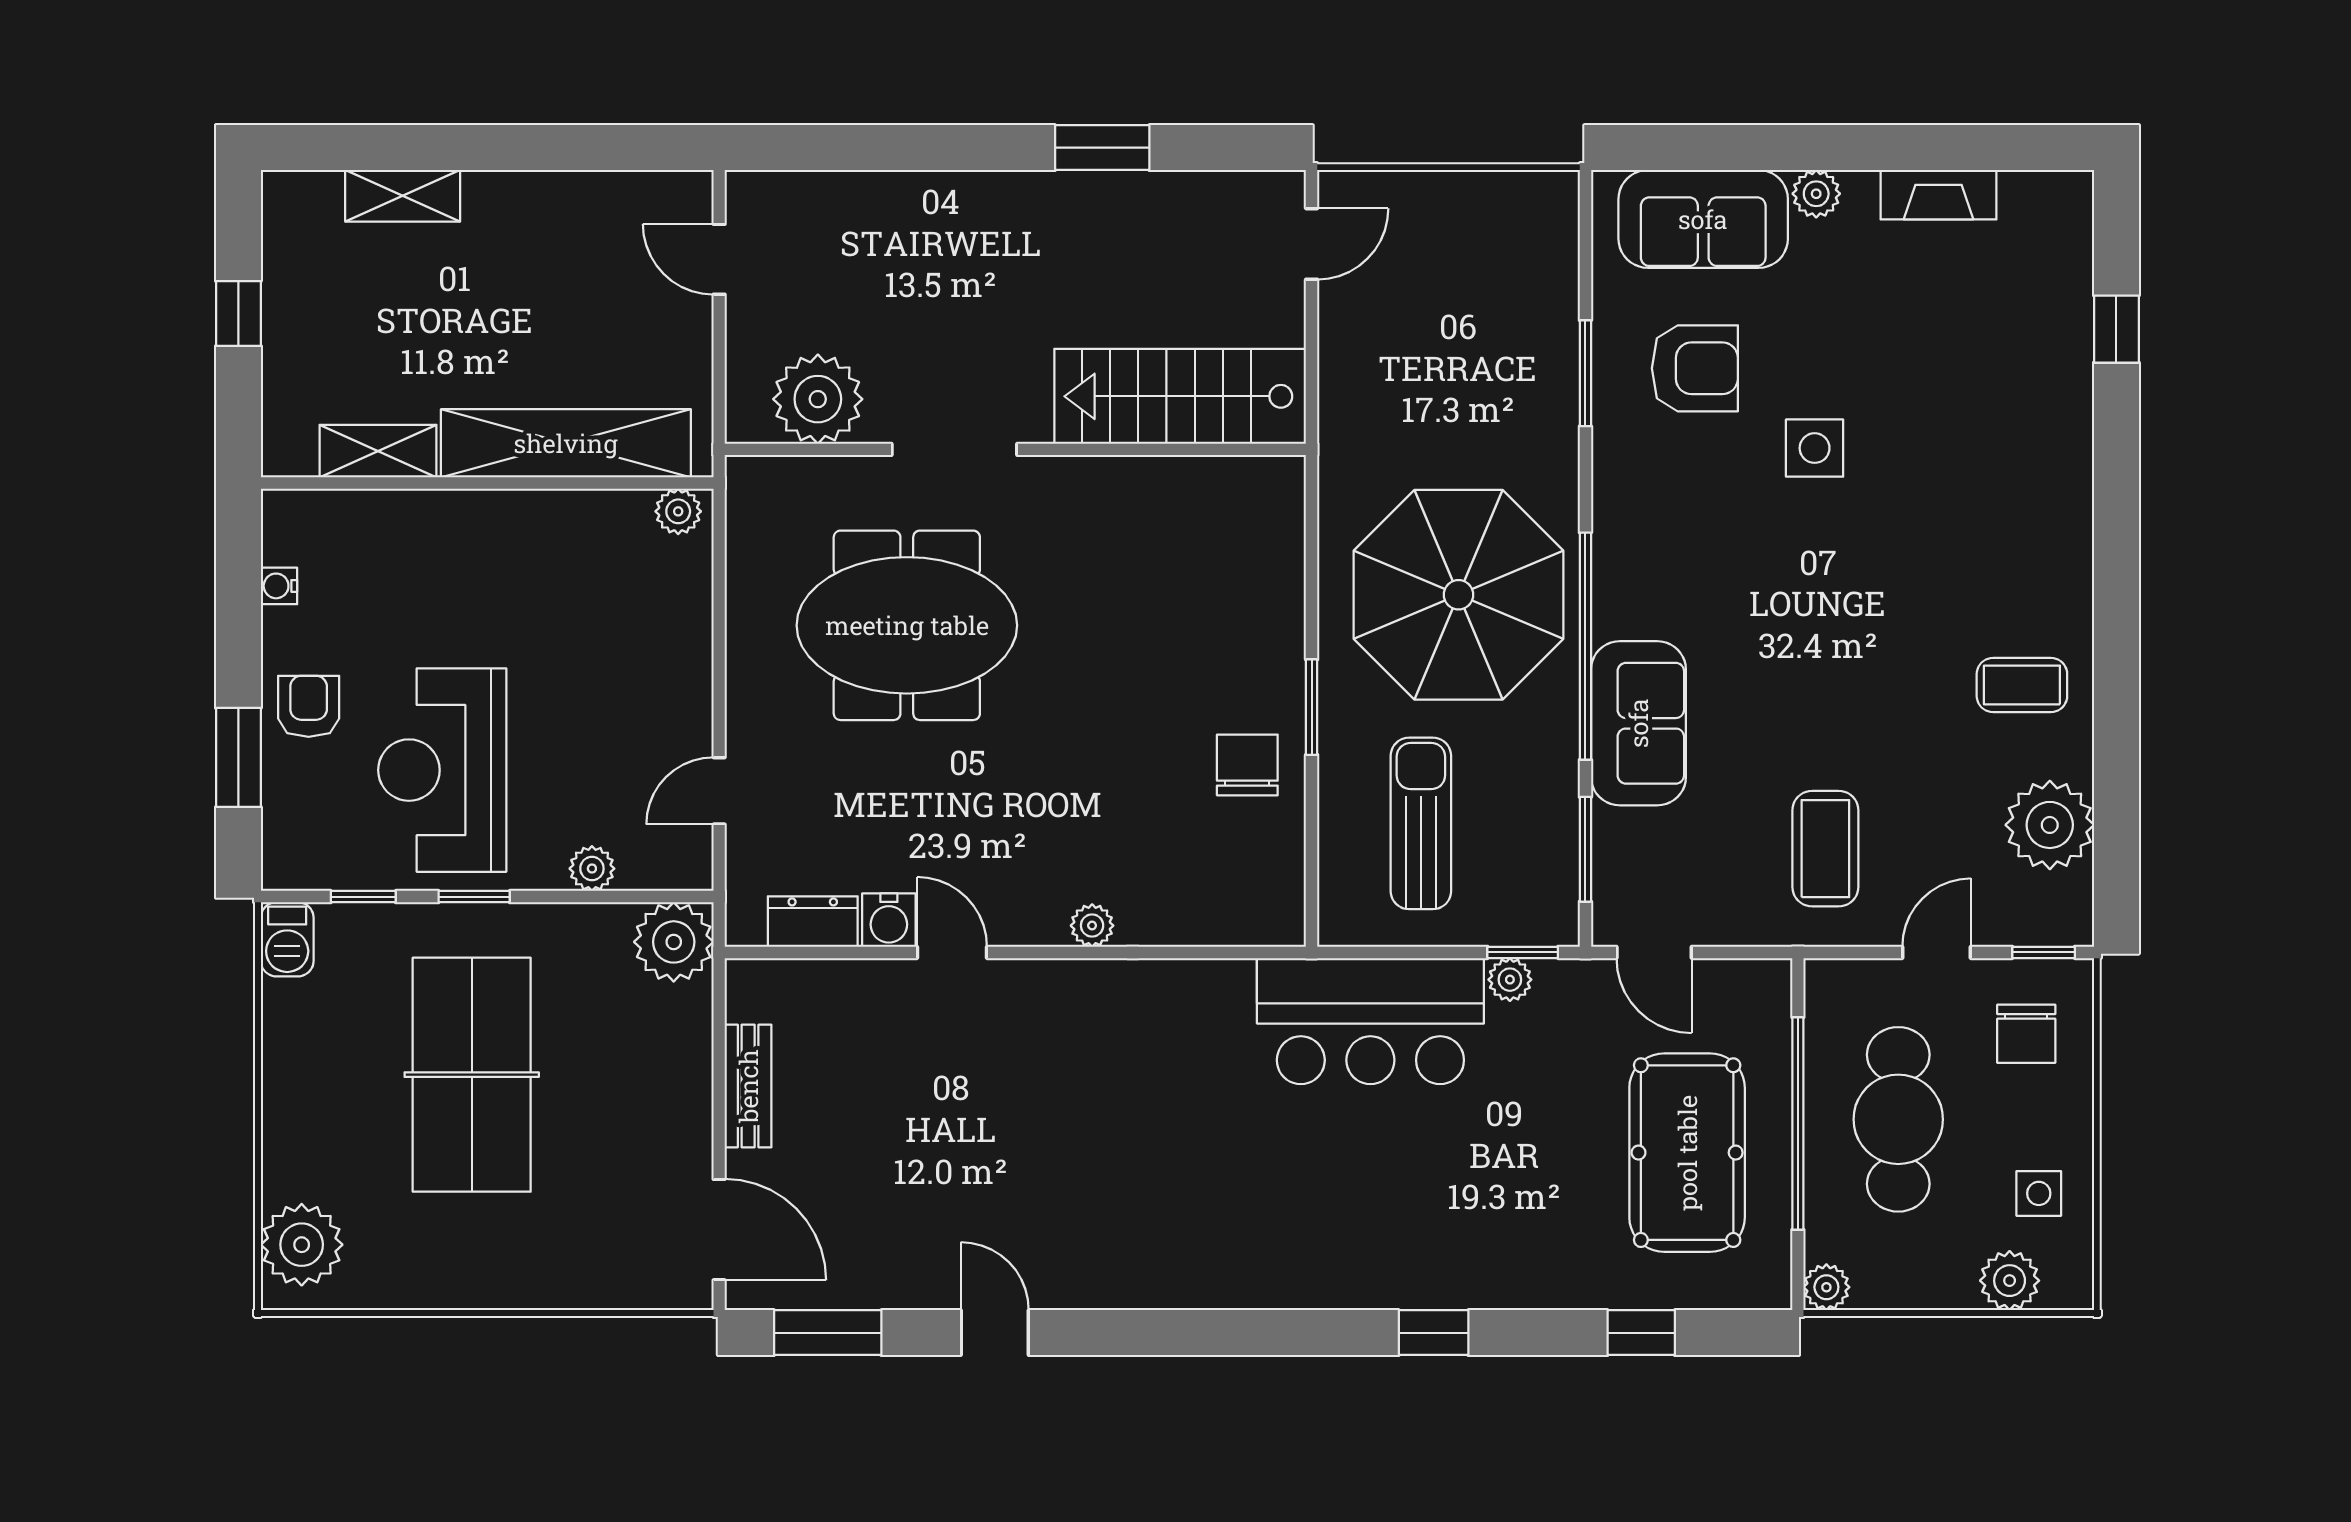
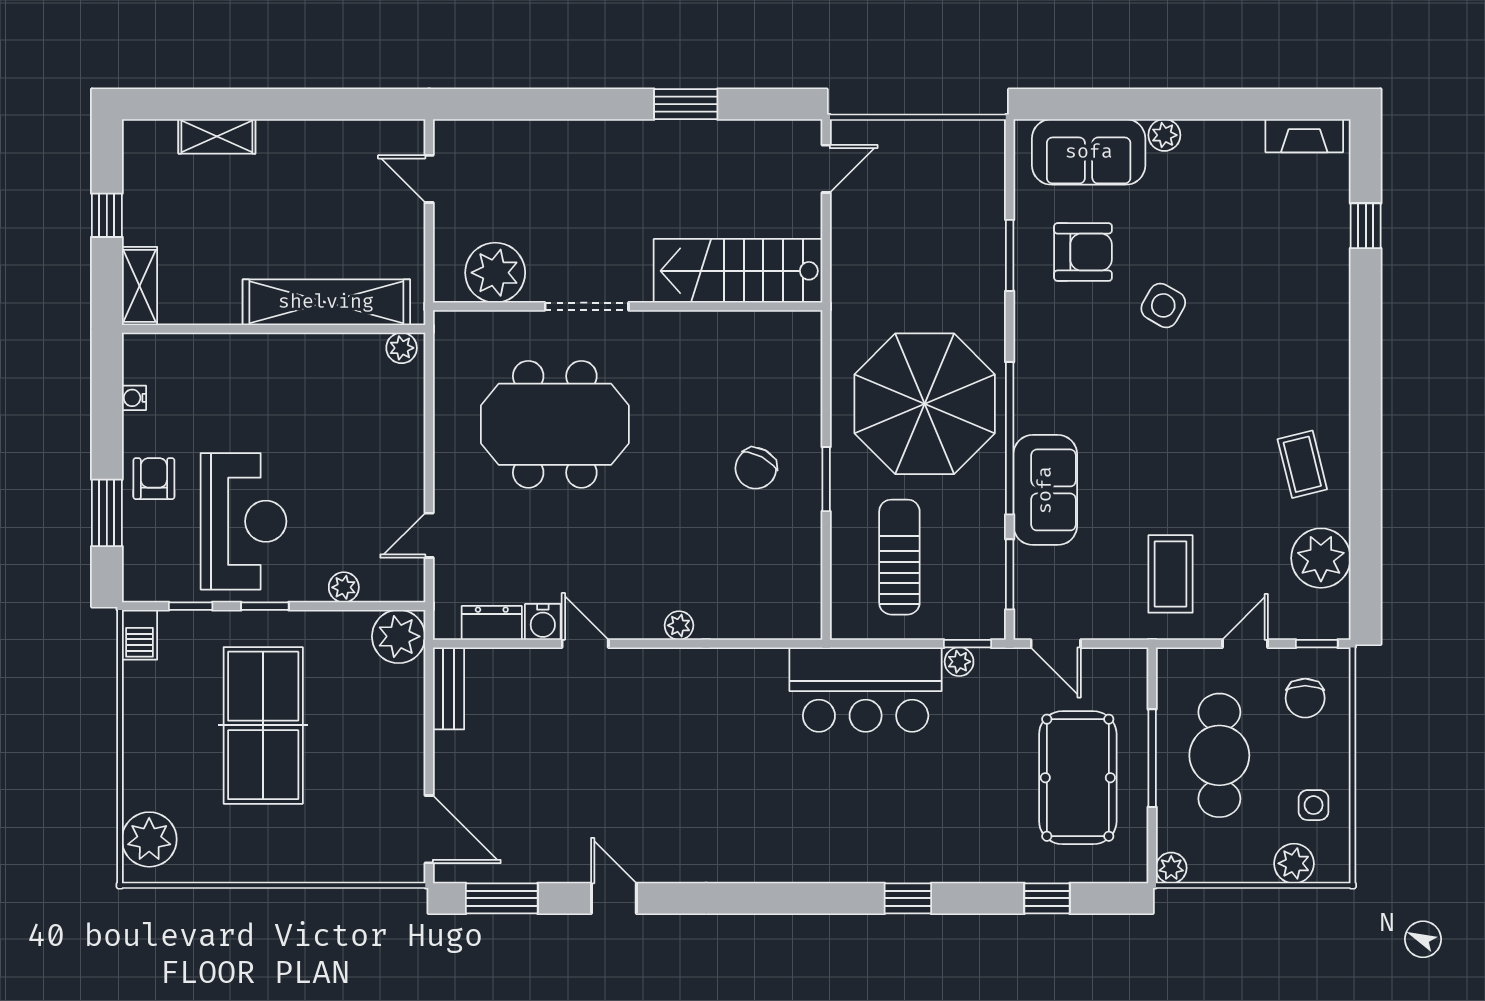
fireplace: (1938, 195) -> (1304, 136), moved
side table: (1815, 448) -> (1163, 305), turned 30
shelving: (378, 451) -> (139, 286), moved, turned 90
coffee table: (2022, 685) -> (1302, 464), turned 76
chair: (1247, 765) -> (756, 468), moved, turned -152
reception desk: (442, 770) -> (243, 521), turned 180
bench: (748, 1086) -> (448, 688), moved
window: (1798, 1123) -> (1152, 758), width x0.68

